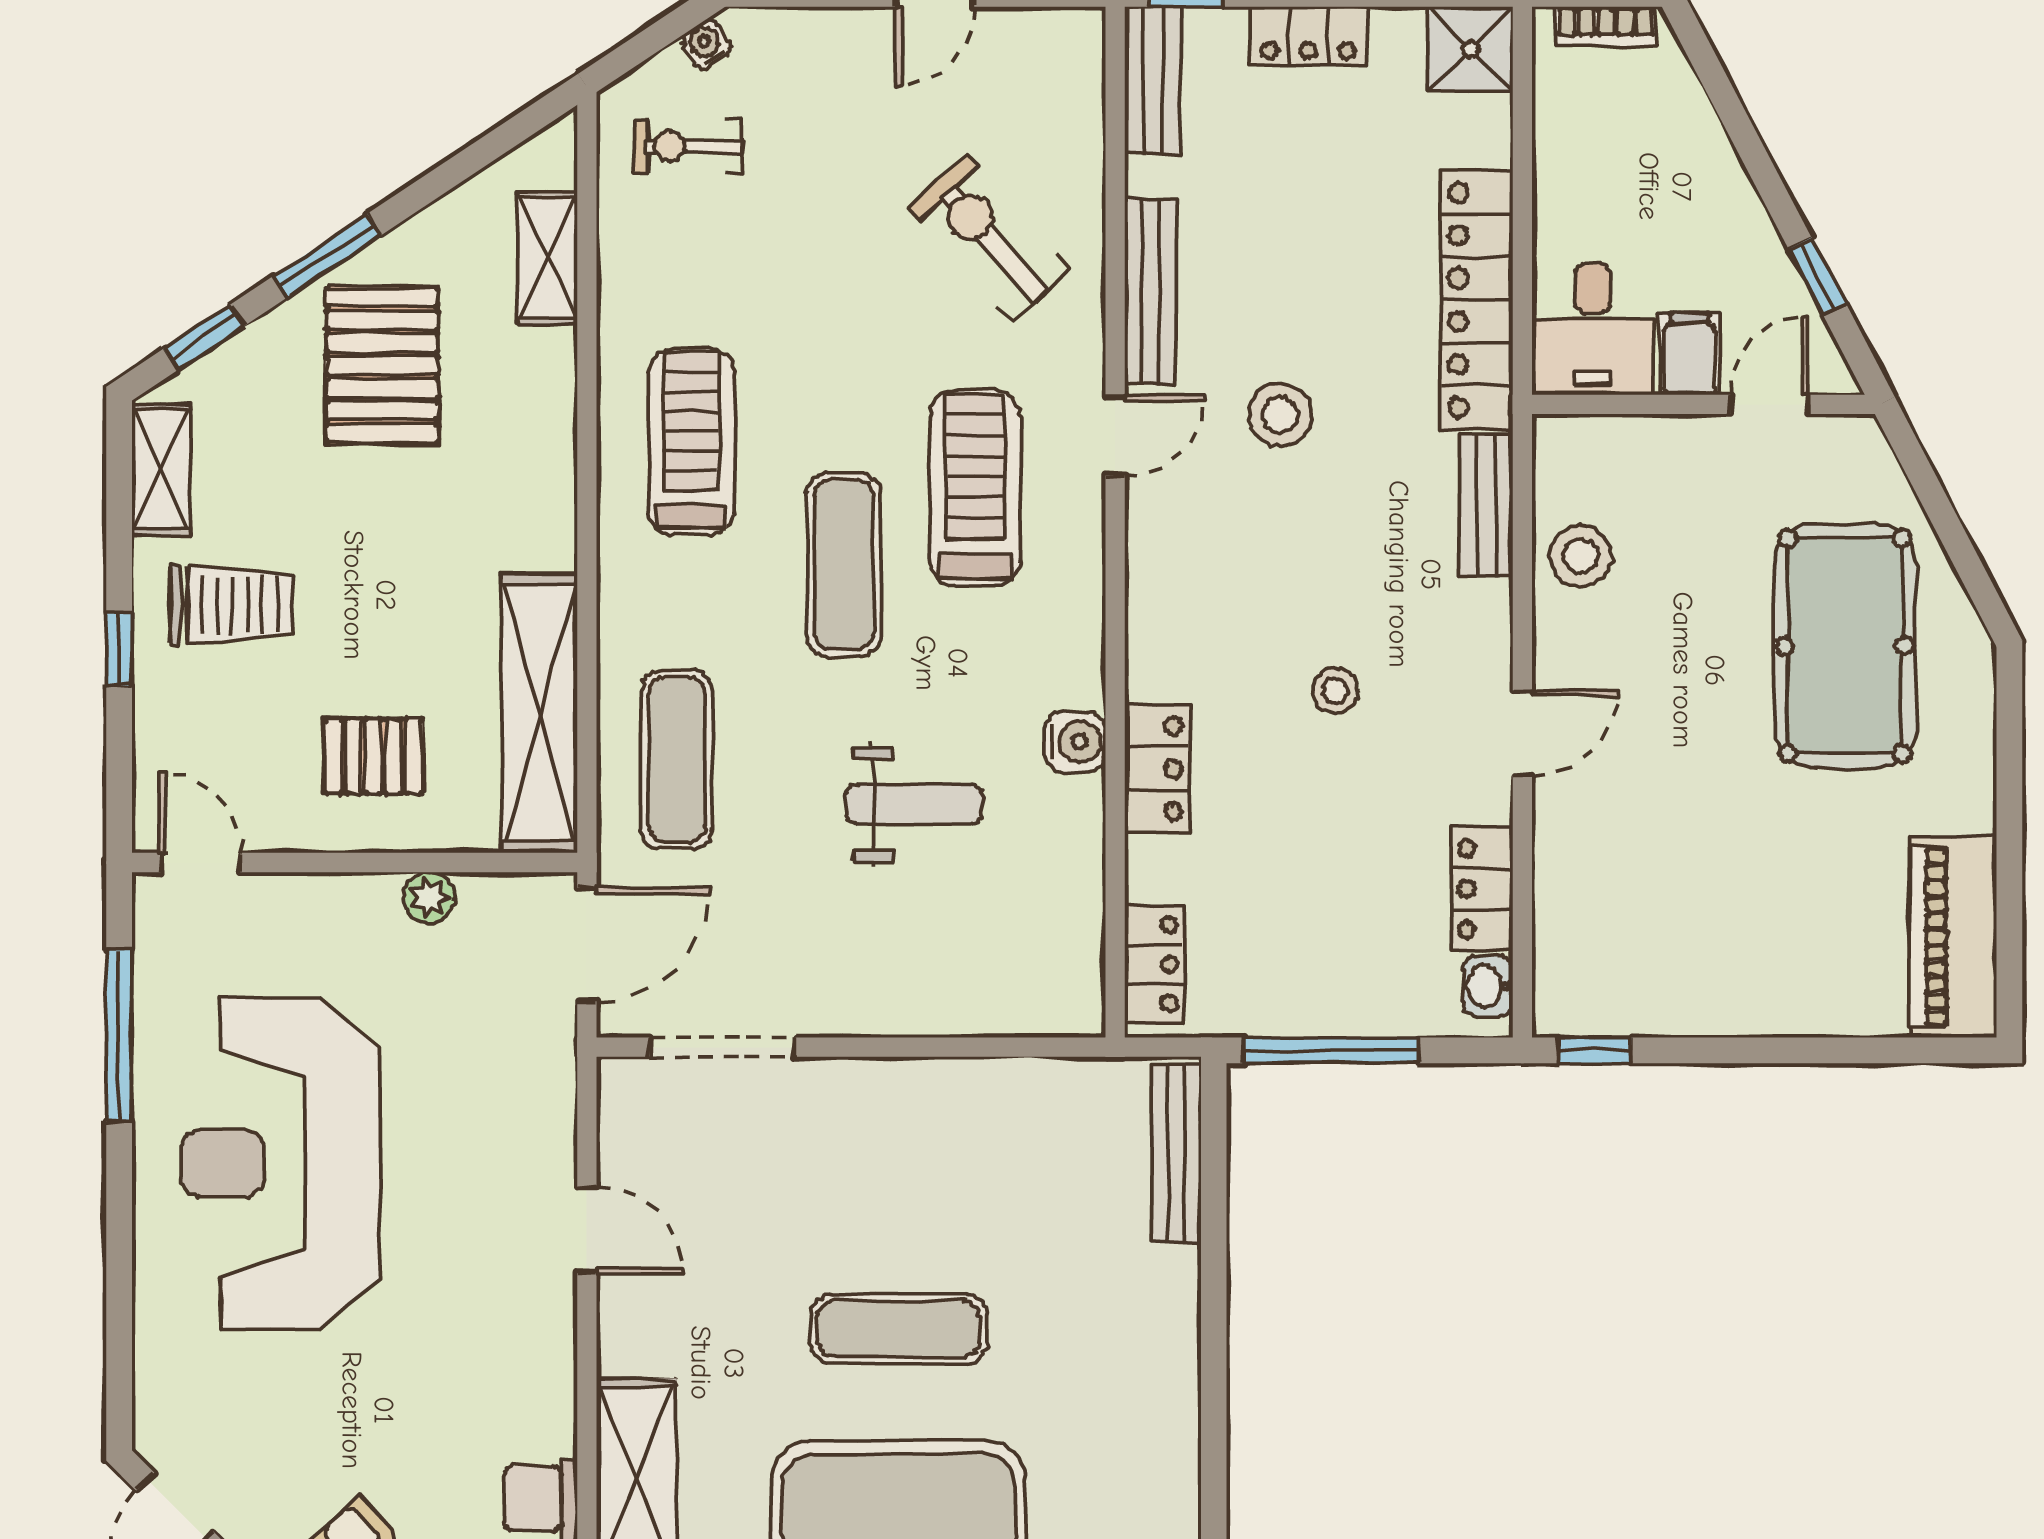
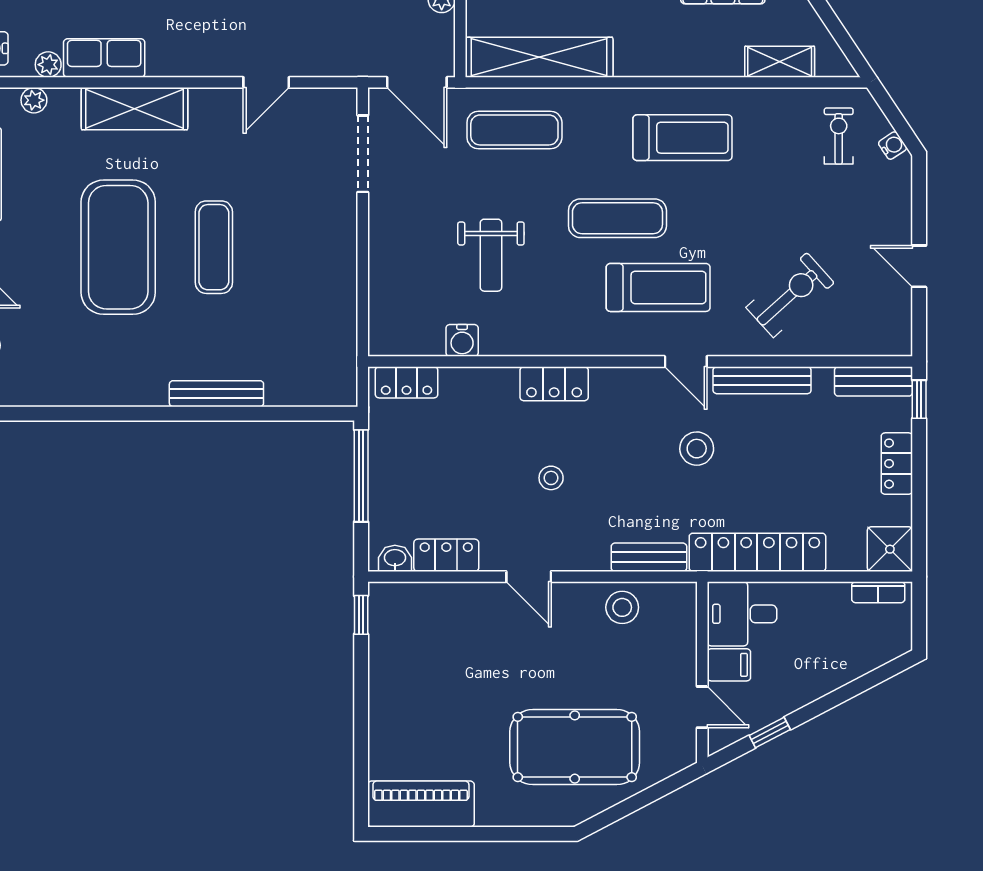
bookcase: (1606, 27) -> (878, 592), moved, turned -90
water cooler: (1075, 742) -> (462, 340), moved
locker: (1157, 769) -> (554, 384), moved
bench: (1176, 1153) -> (216, 394), moved

